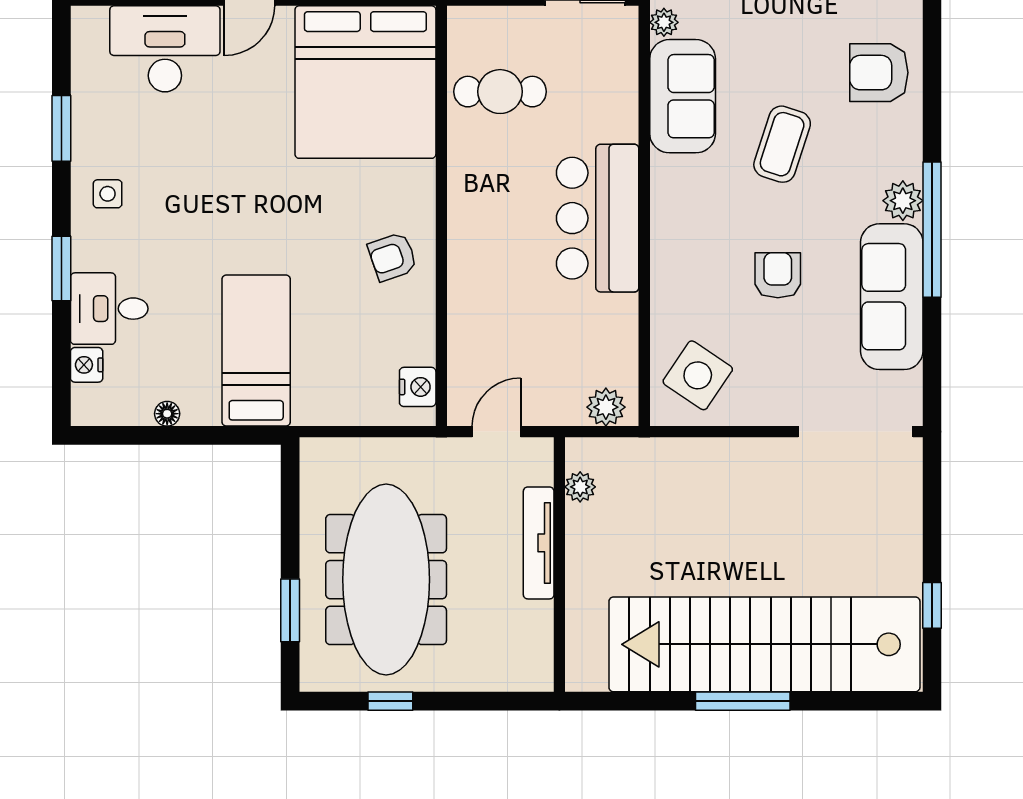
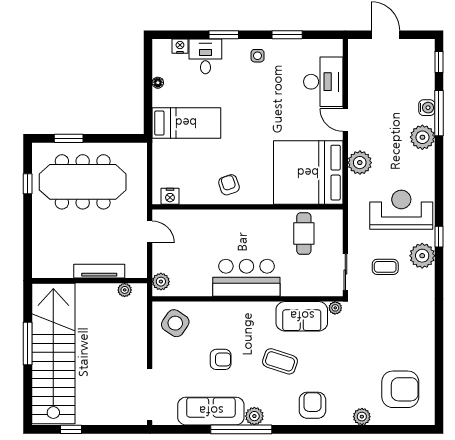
plant: (580, 487) -> (125, 290), moved
tv unit: (539, 543) -> (99, 271), moved
wall: (559, 565) -> (90, 281), moved

